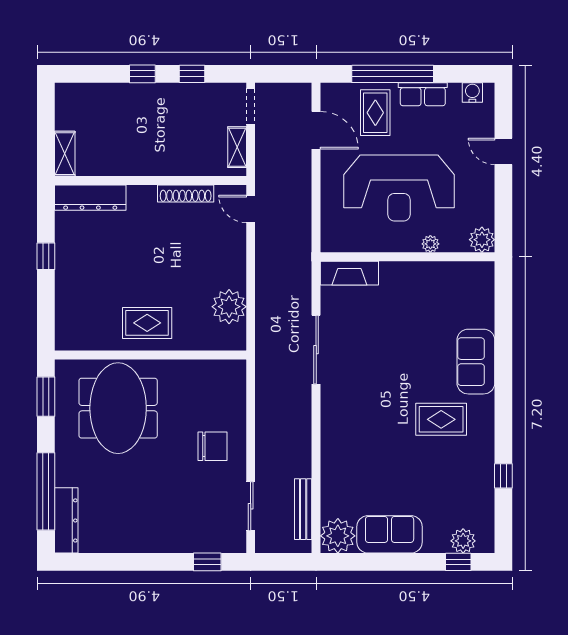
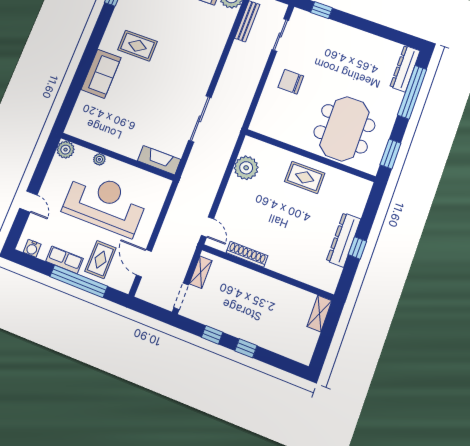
dresser: (90, 198) -> (344, 240), moved, turned -90

